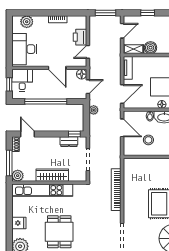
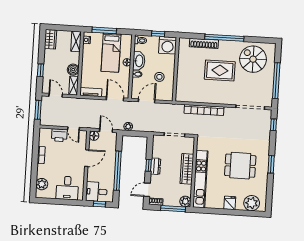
desk: (24, 49) -> (67, 188), width x0.73
window: (74, 134) -> (148, 165), moved
dresser: (69, 142) -> (156, 166), moved

